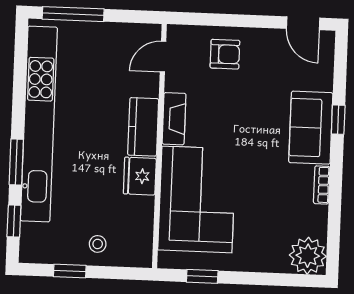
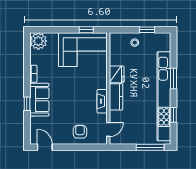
armchair: (225, 54) -> (80, 132), turned 90
corner sofa: (197, 199) -> (82, 50), moved, turned -90
window: (14, 221) -> (173, 115), moved

